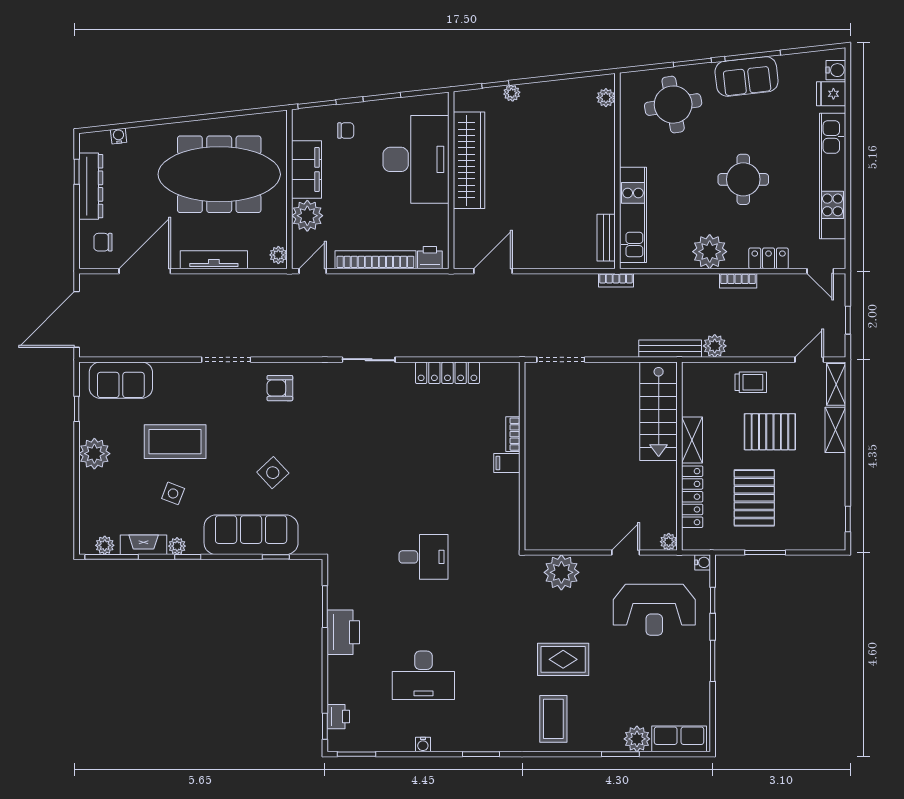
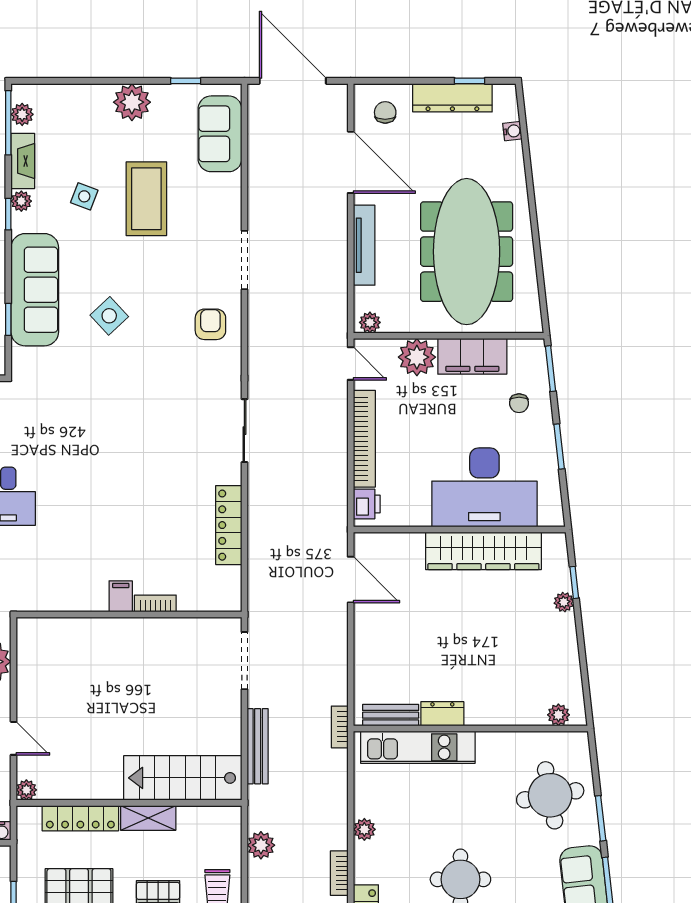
dresser: (605, 195) -> (442, 714), added
plant: (710, 252) -> (364, 829), width x0.53, depth x0.53
bench: (670, 349) -> (258, 746), moved

